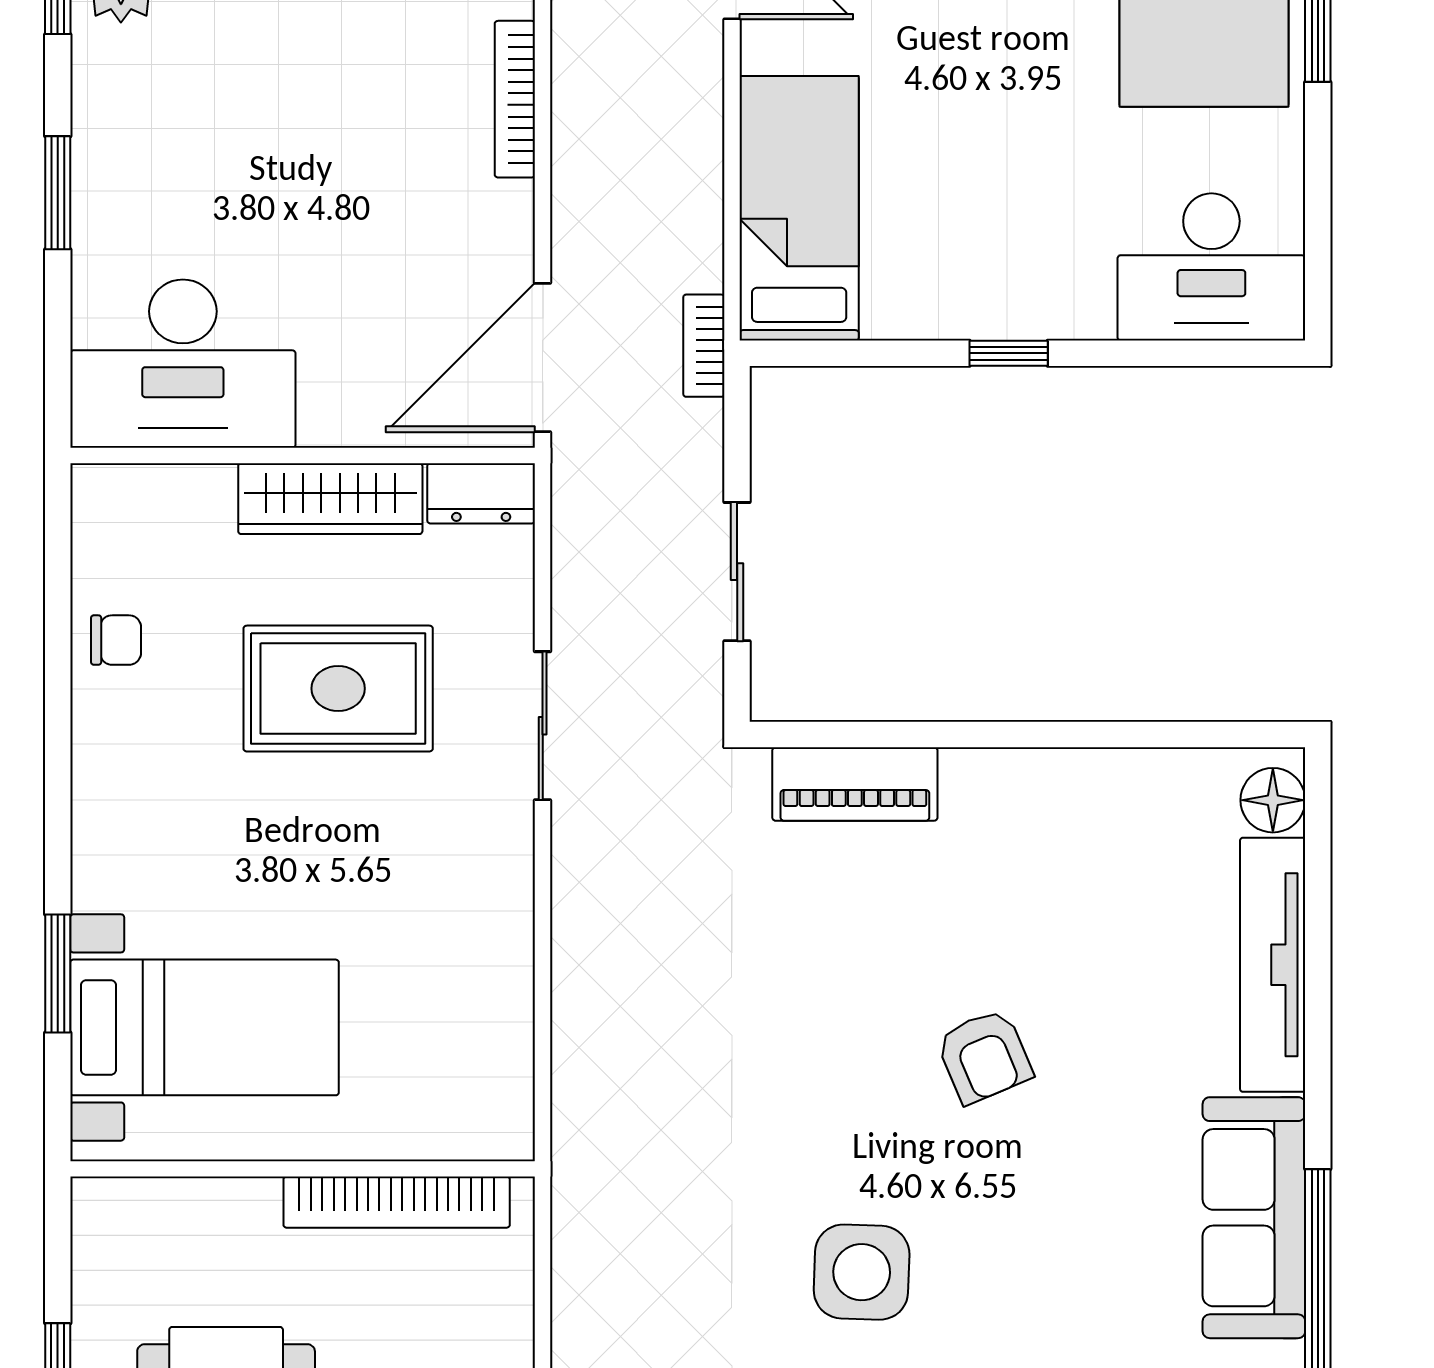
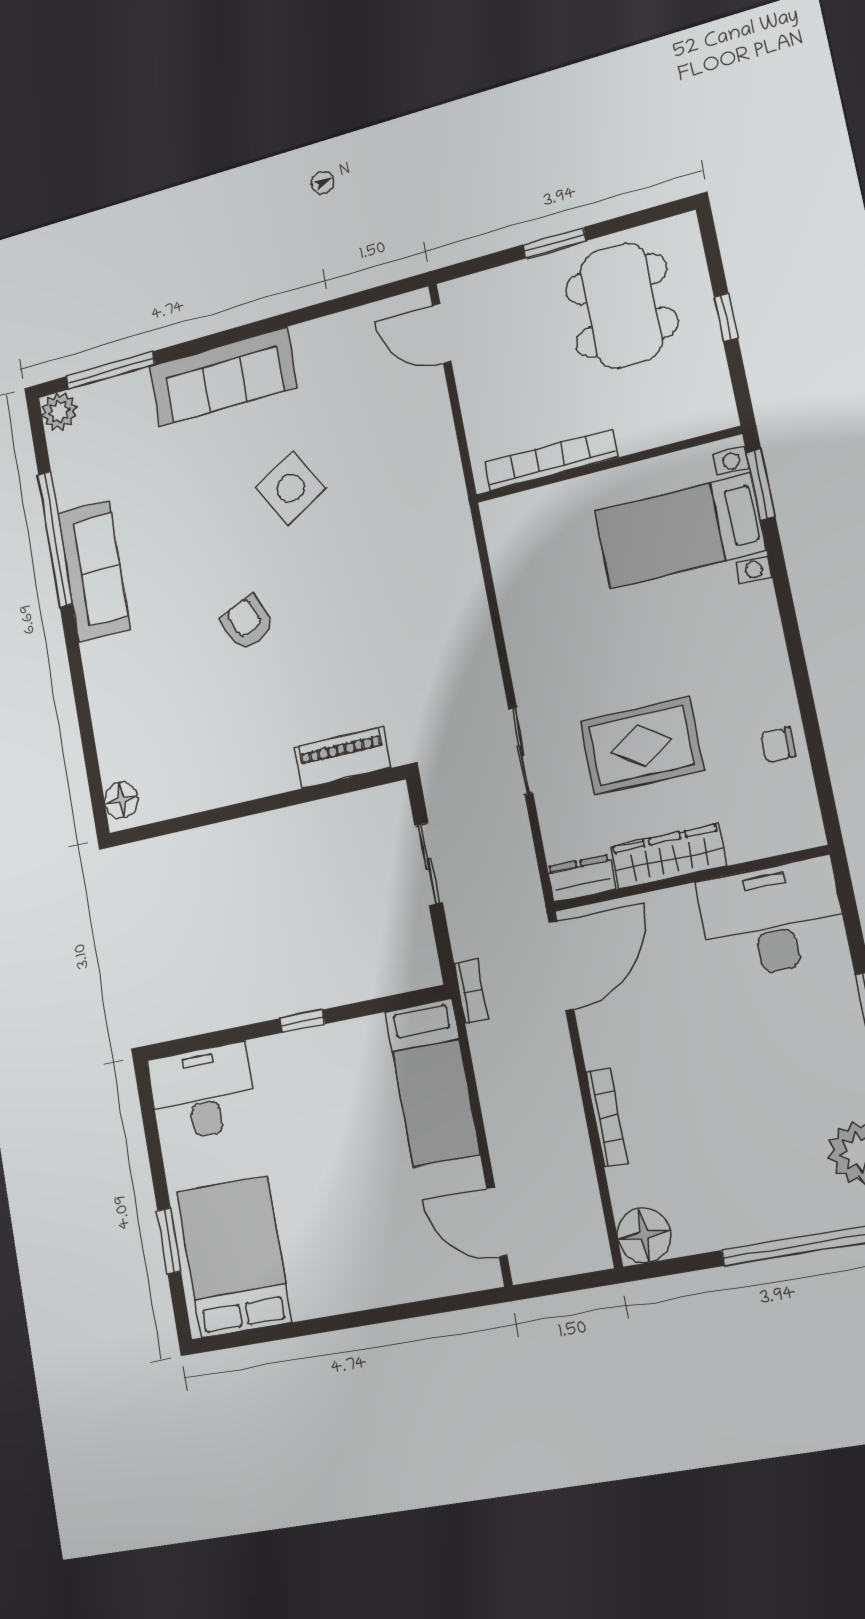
tv unit: (1273, 965) -> (107, 710), removed
window: (58, 974) -> (761, 485), moved
side table: (862, 1272) -> (291, 488), turned -32

